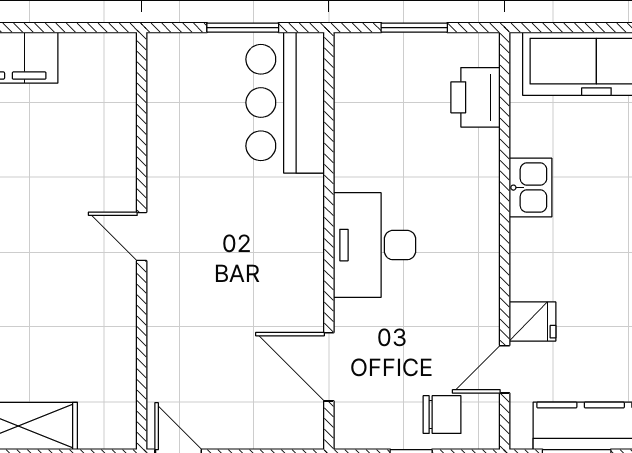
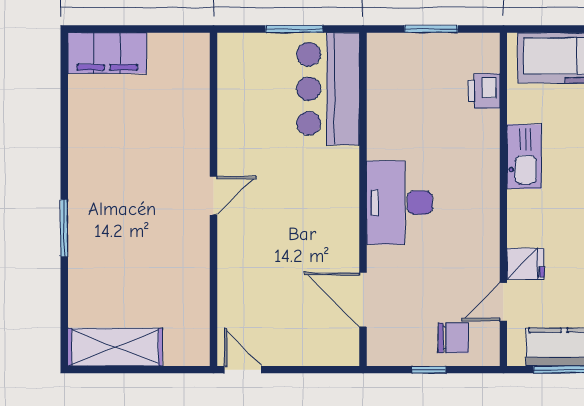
printer: (476, 97) -> (484, 91), width x0.73, depth x0.81
kitchen sink: (530, 188) -> (524, 157), width x1.38
door: (142, 236) -> (214, 196), swing flipped

